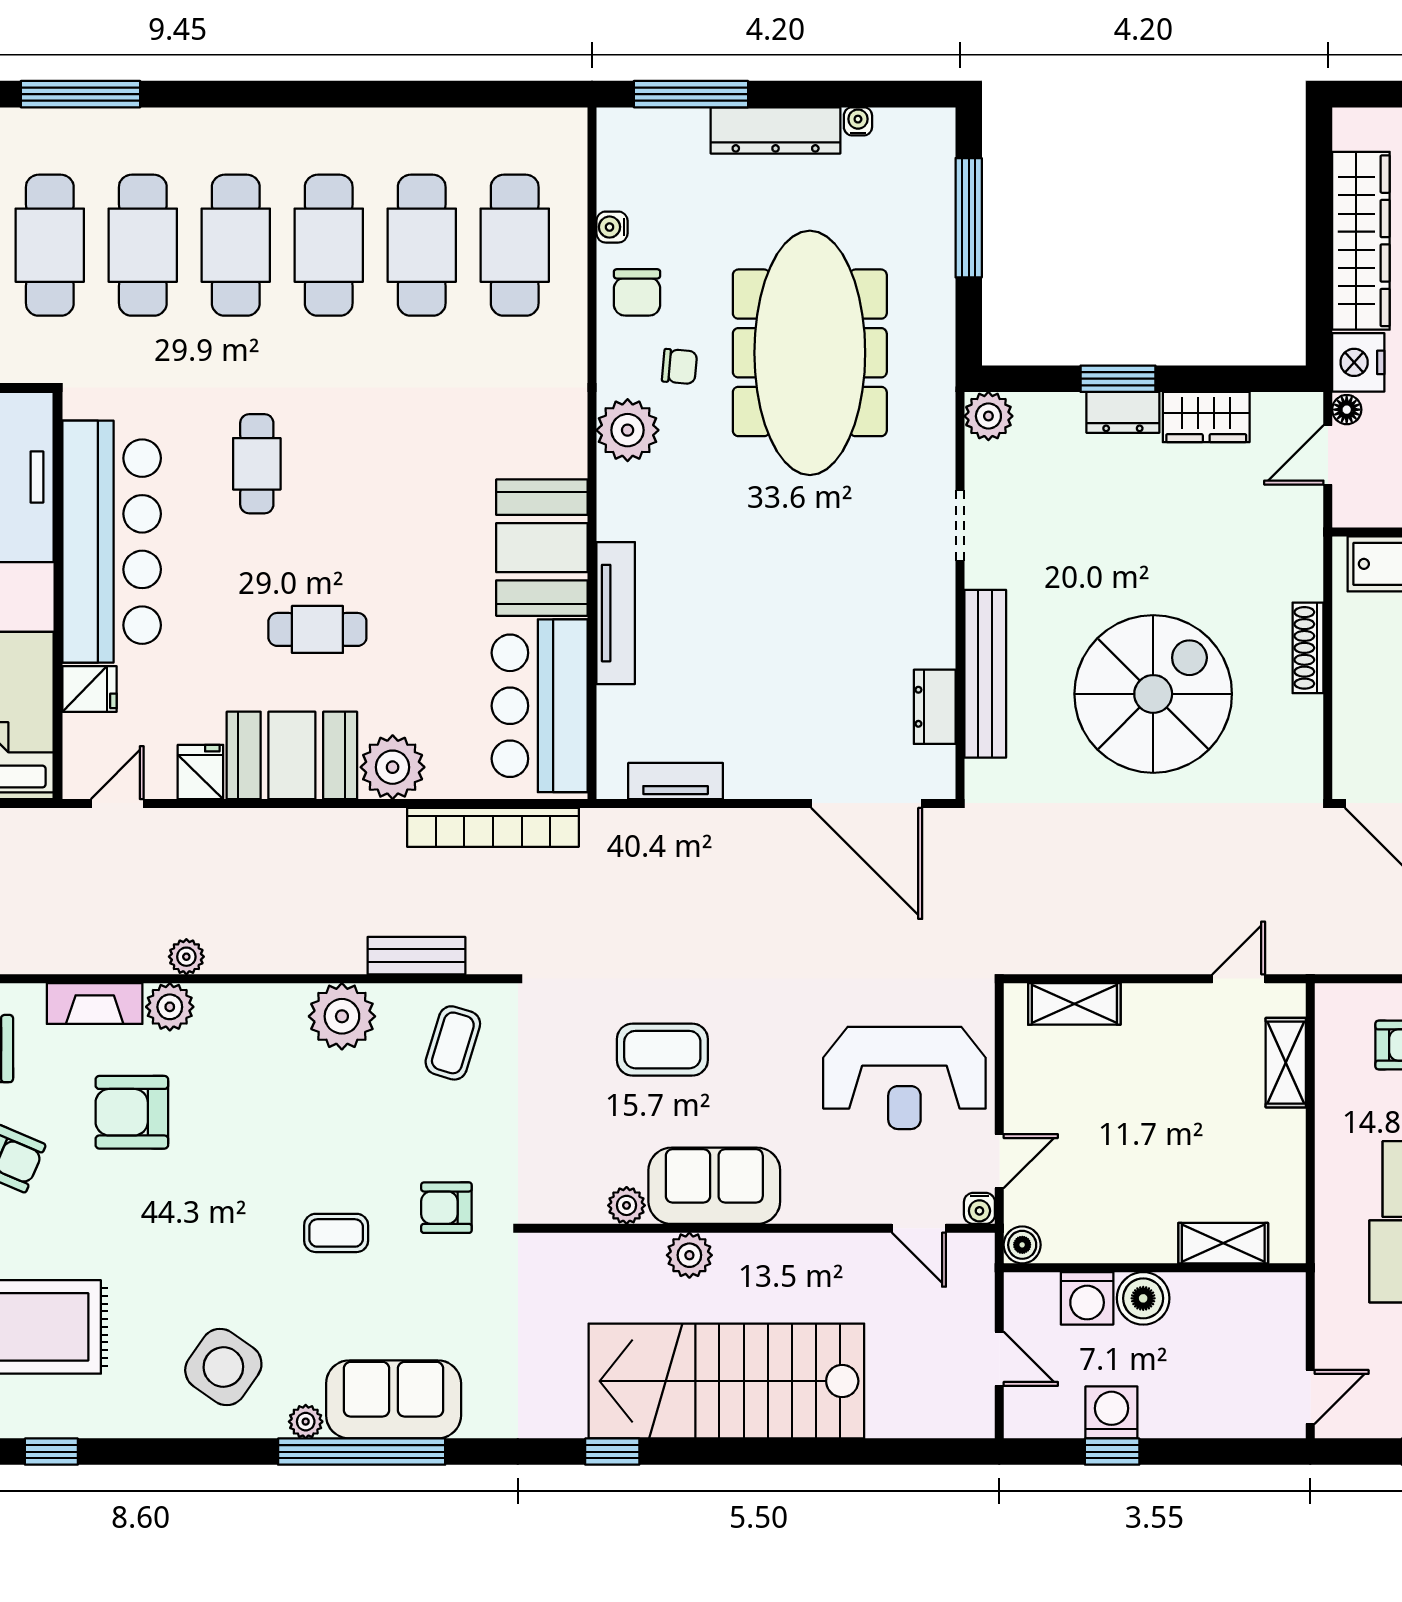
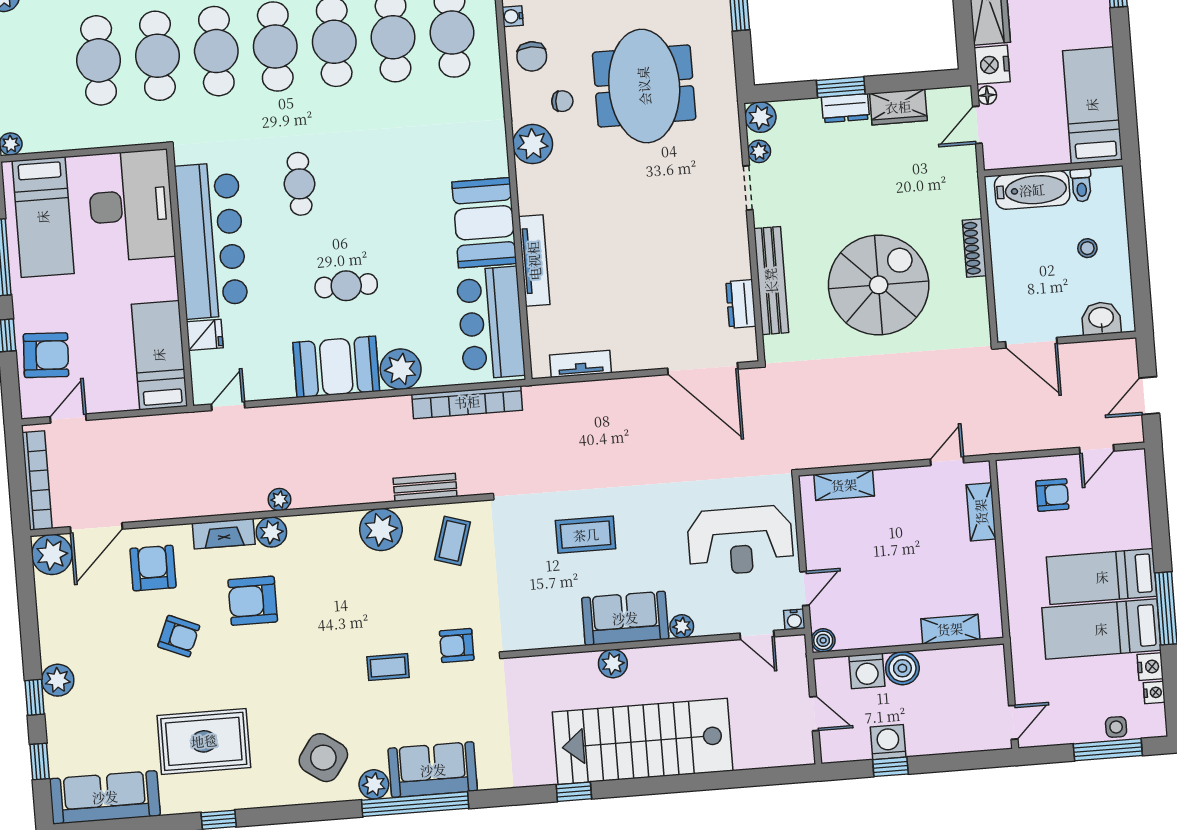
meeting table: (810, 353) -> (644, 86), width x0.73
plant: (982, 470) -> (759, 151), added
fridge: (200, 772) -> (279, 382), removed
plant: (627, 1205) -> (682, 626), moved
plant: (306, 1422) -> (374, 784), width x1.38, depth x1.38

